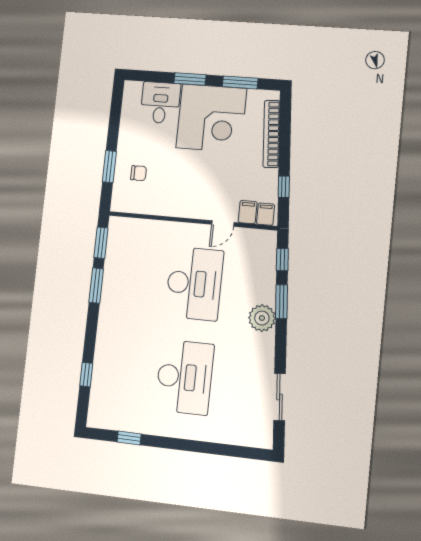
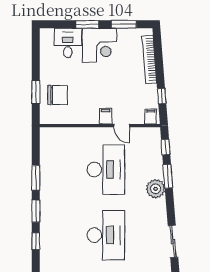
corner desk: (211, 118) -> (100, 45), width x0.74, depth x0.74
chair: (139, 173) -> (58, 95), width x1.87, depth x1.87
filing cabinet: (248, 212) -> (106, 116), moved
door: (223, 223) -> (122, 126), hinge flipped
window: (101, 243) -> (36, 211), moved

